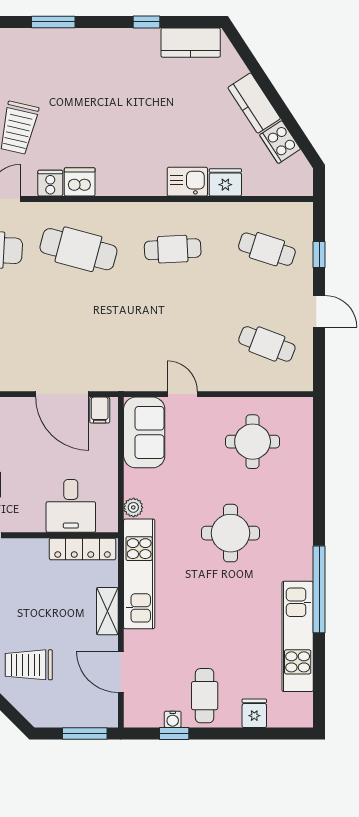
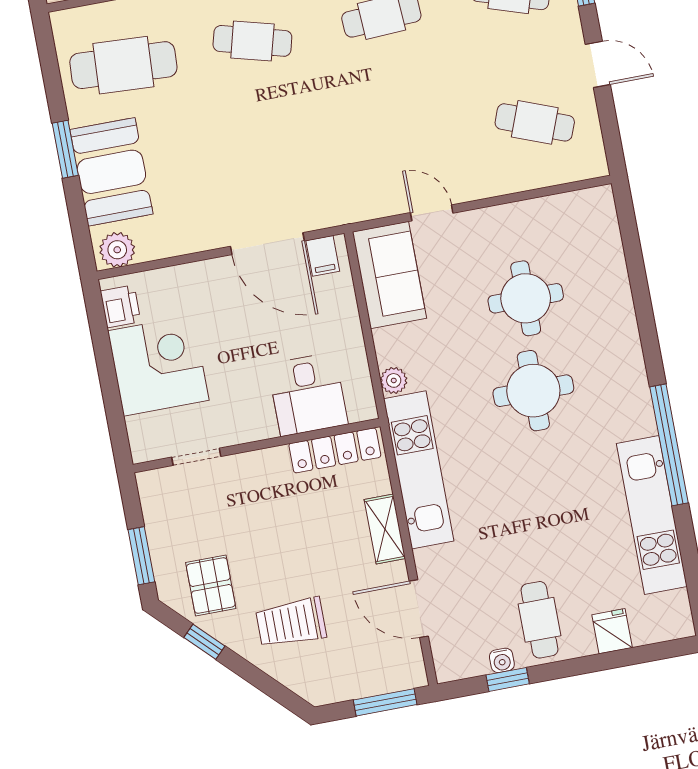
cafe table: (78, 249) -> (252, 41), width x0.73, depth x0.74
round table: (253, 442) -> (526, 298), moved

